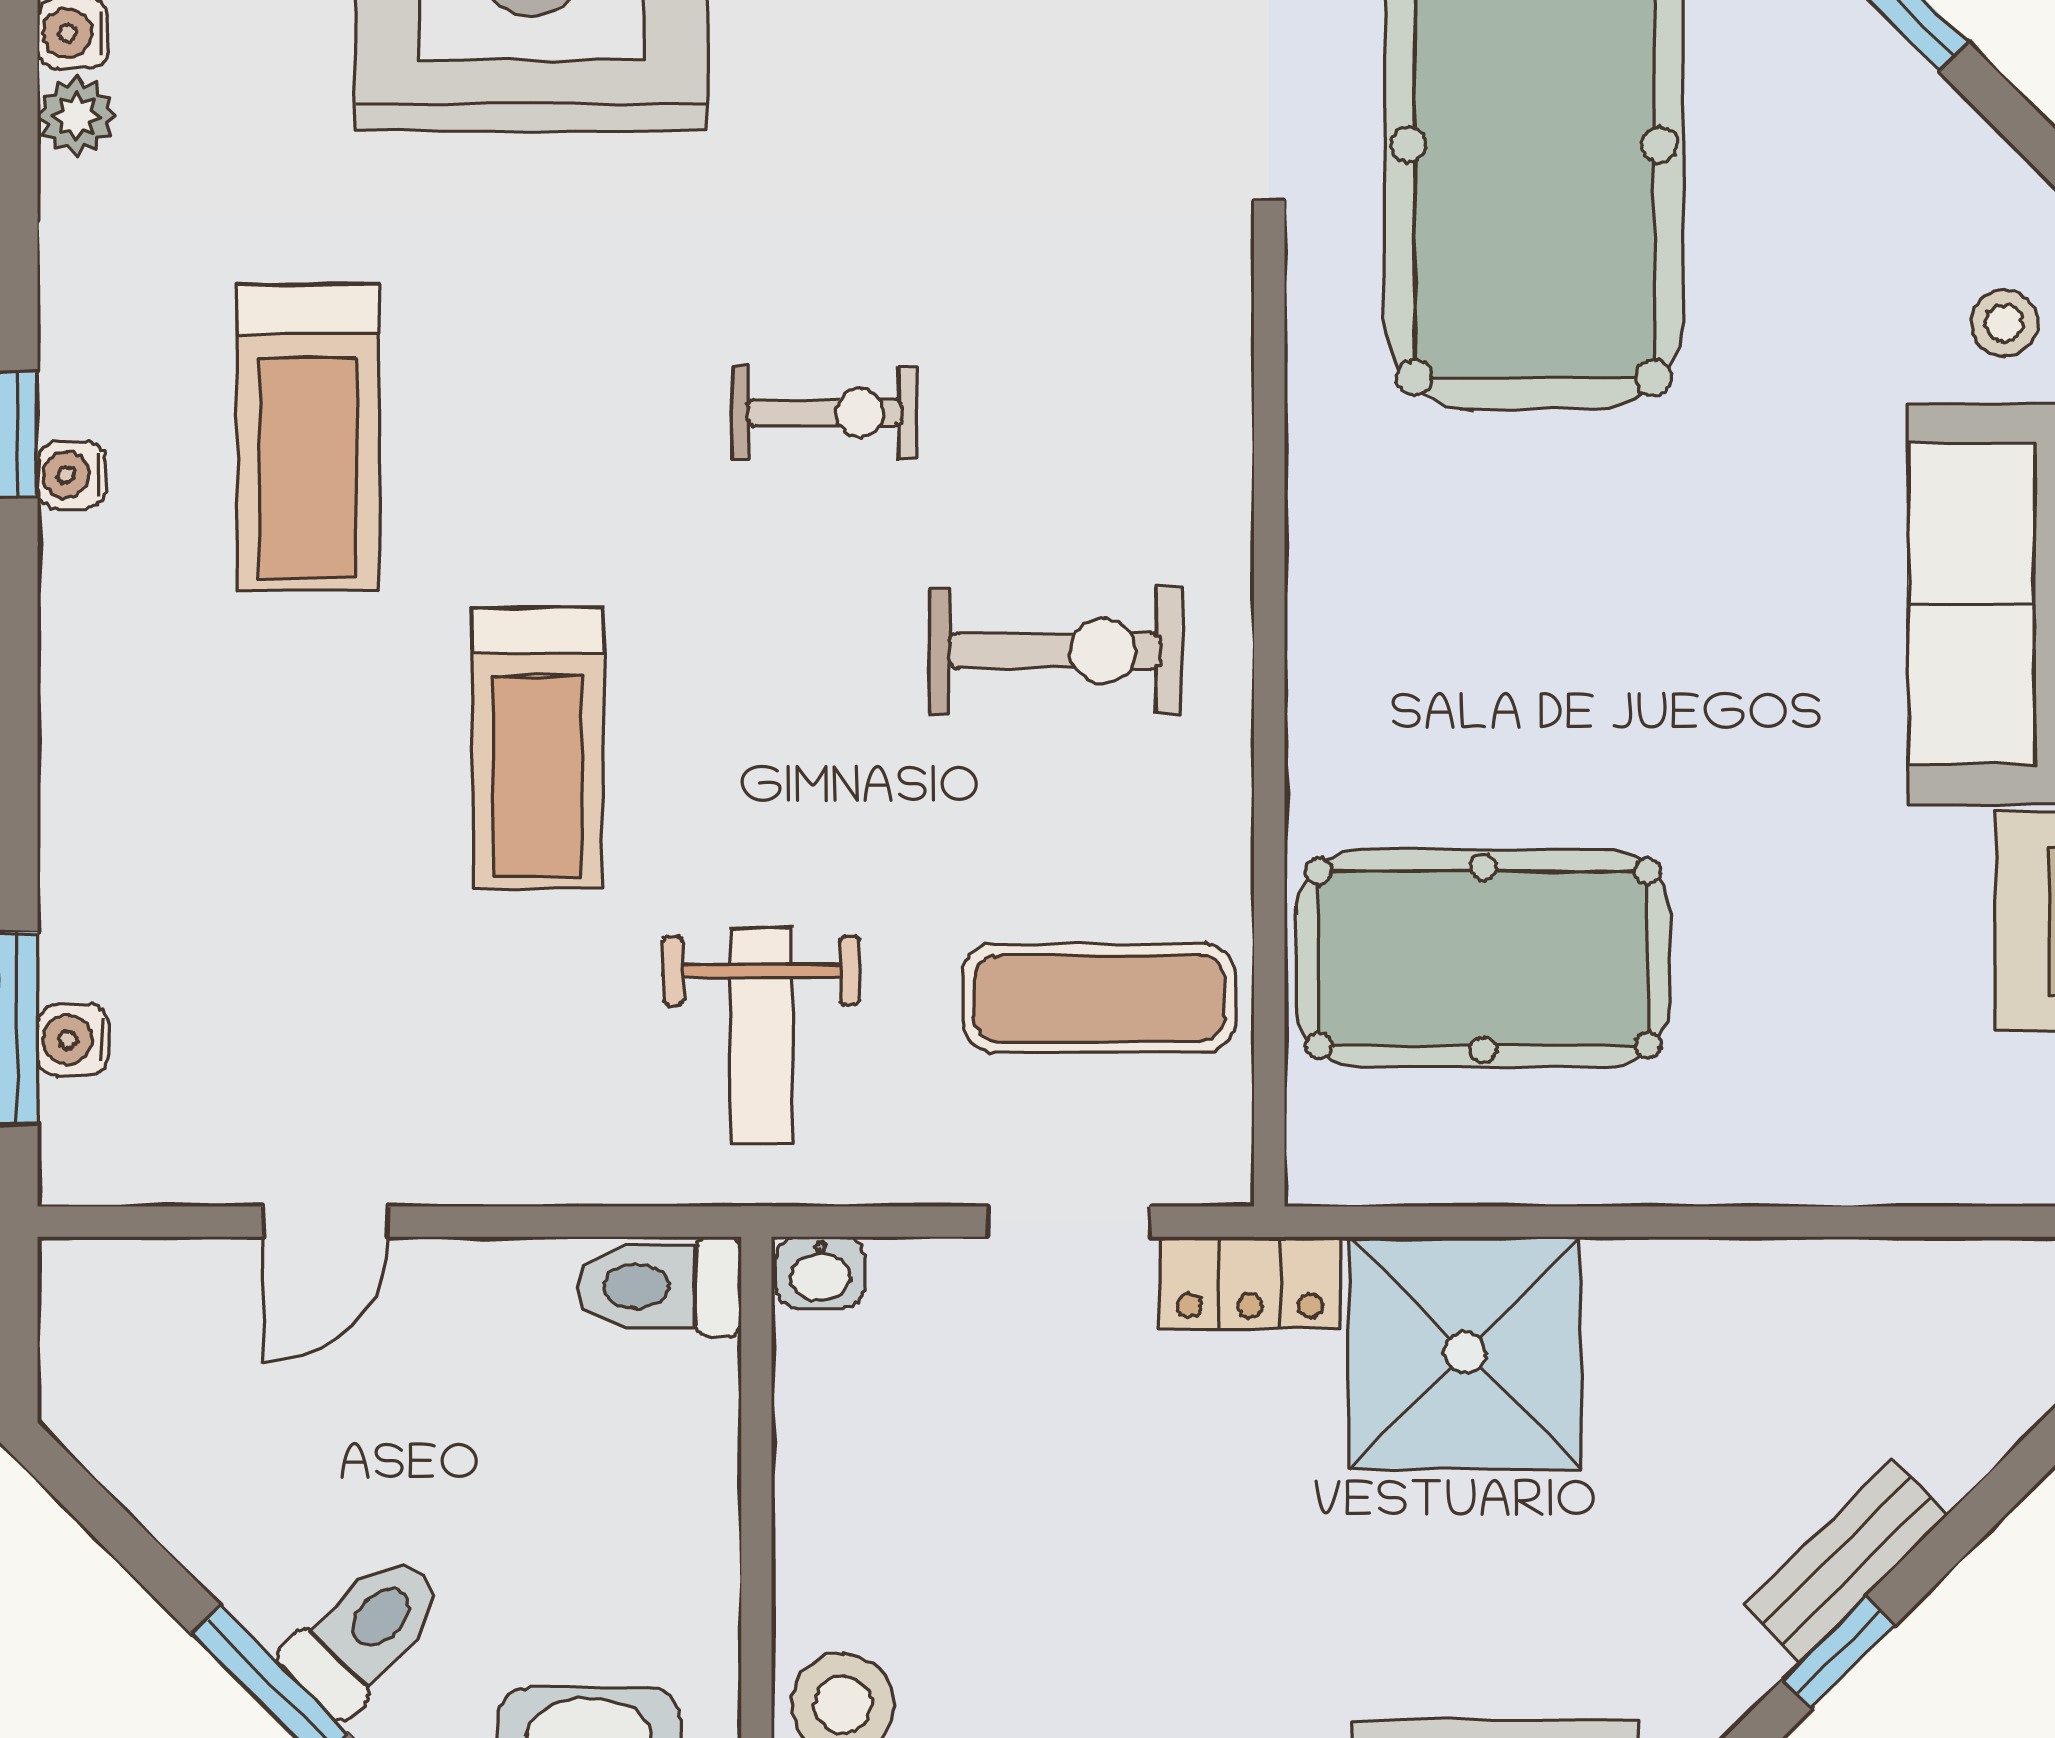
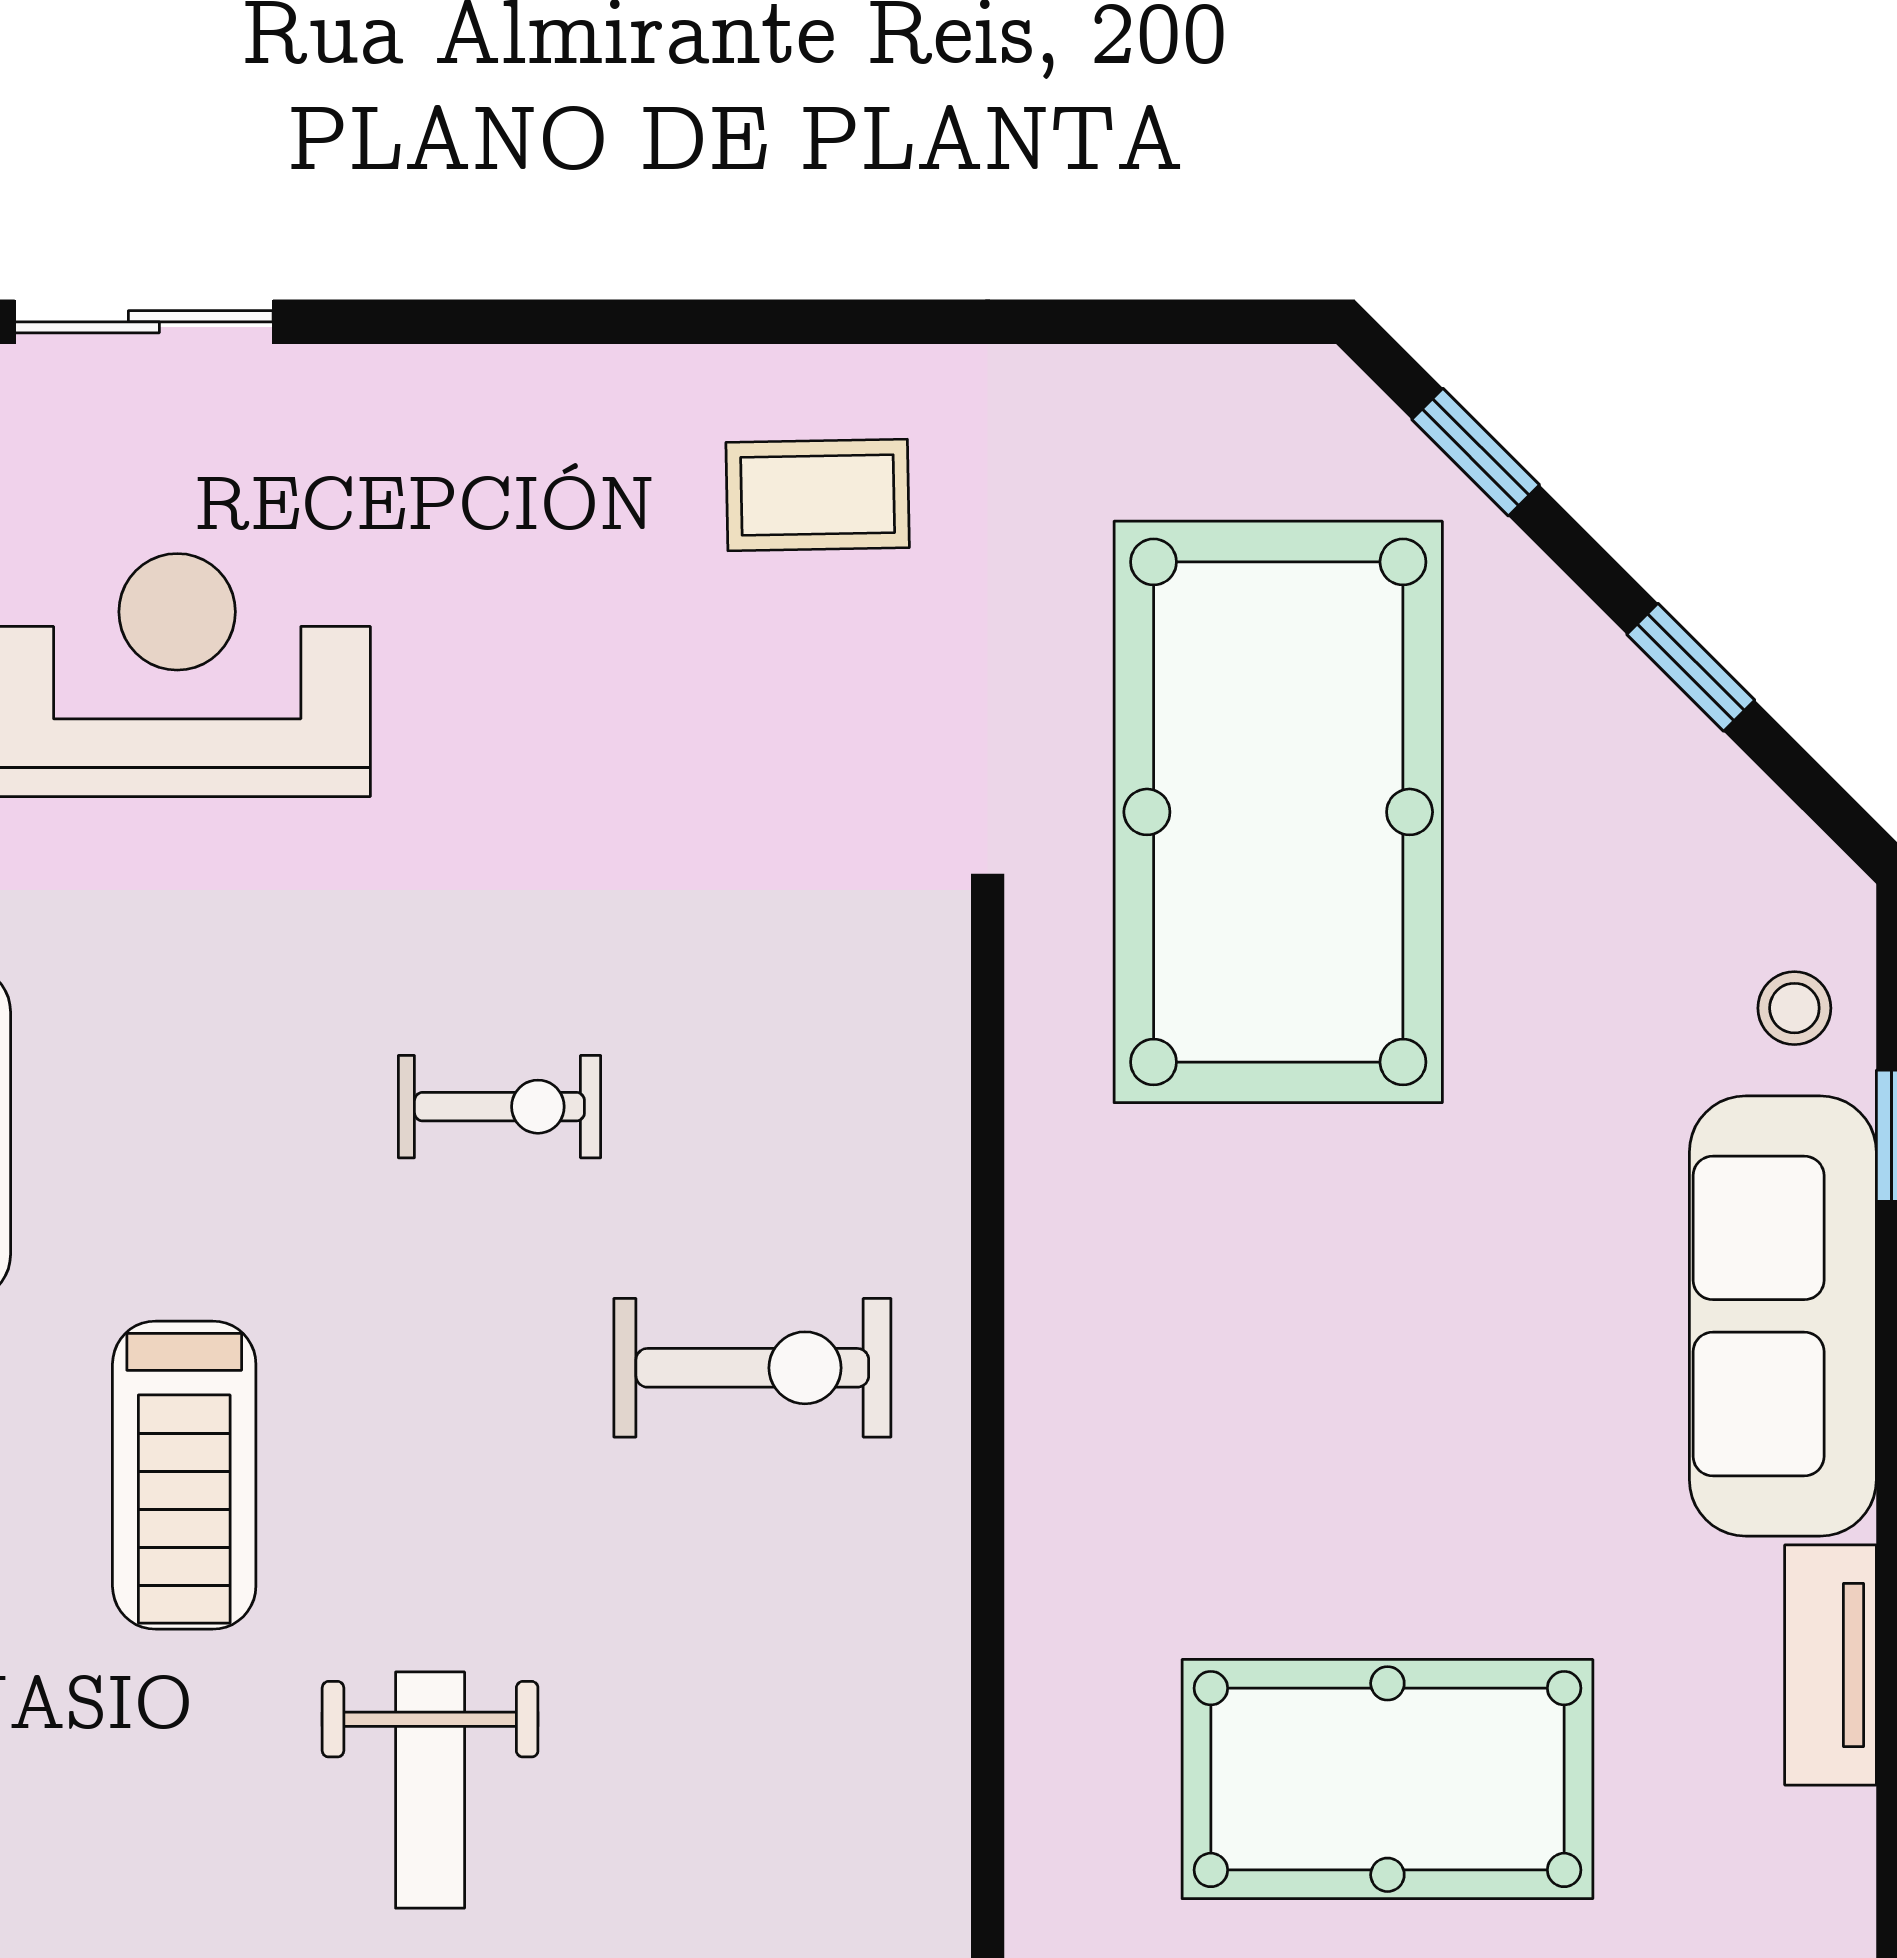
pool table: (1483, 958) -> (1387, 1779), moved
exercise mat: (1099, 998) -> (801, 1749), removed

